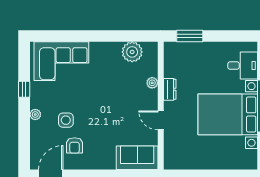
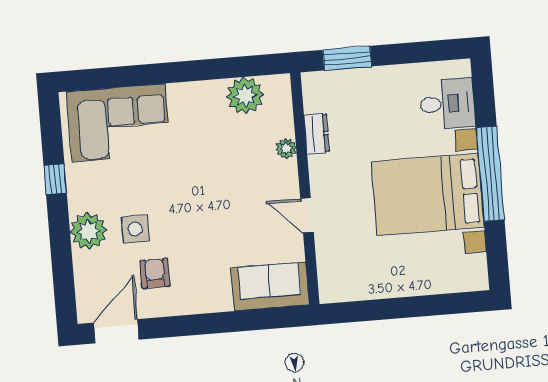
dresser: (170, 89) -> (317, 134), moved
plant: (35, 115) -> (89, 231), width x1.87, depth x1.87
armchair: (75, 145) -> (155, 273), turned 180

